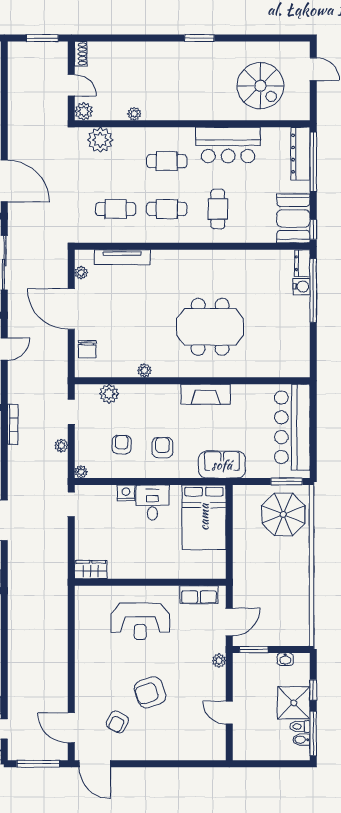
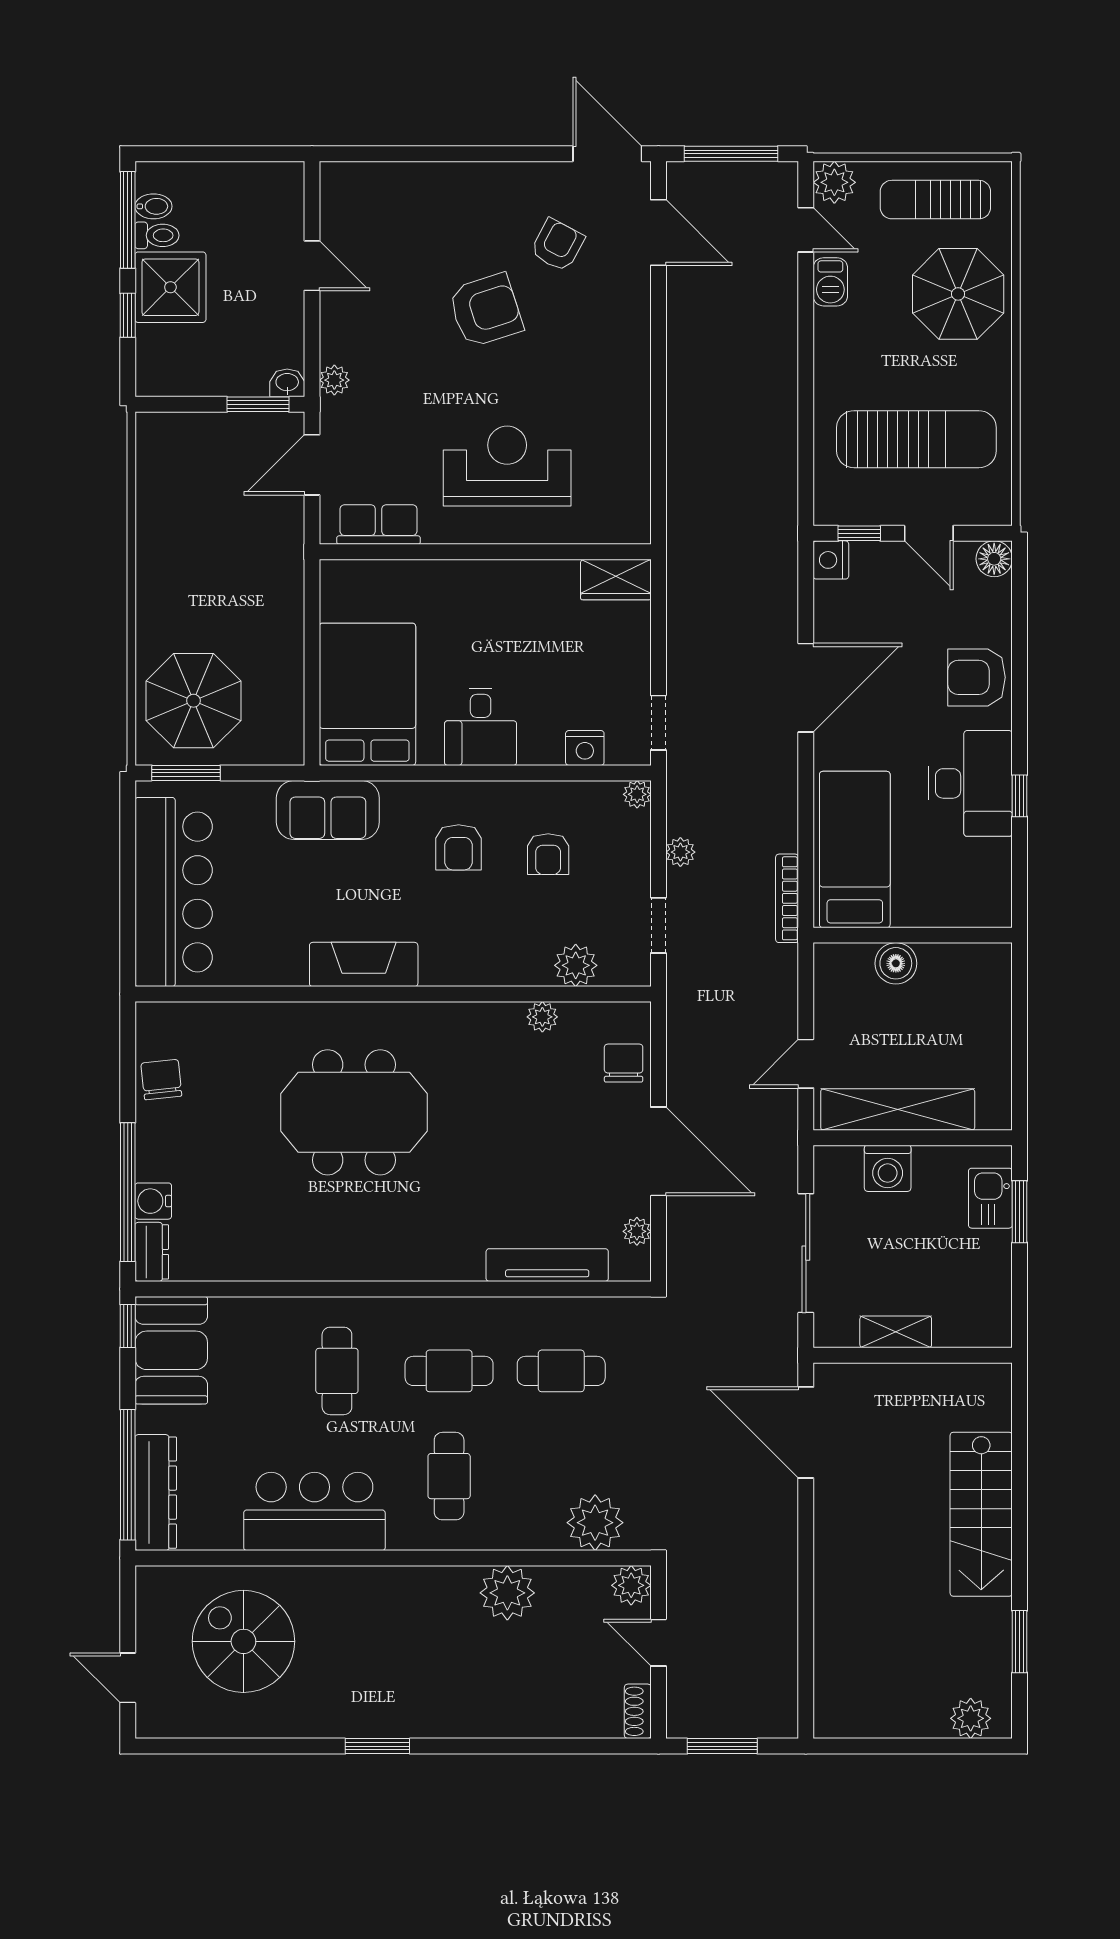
plant: (134, 114) -> (507, 1593), width x1.88, depth x1.88
cafe table: (167, 161) -> (449, 1476), turned 90
chair: (298, 342) -> (161, 1080), added
plant: (144, 370) -> (542, 1017), moved
nightstand: (126, 493) -> (585, 748), moved
washbasin: (285, 659) -> (287, 383), moved

